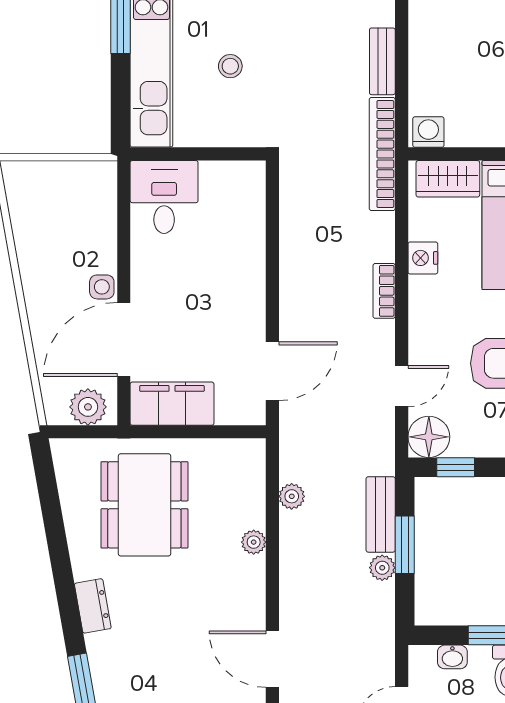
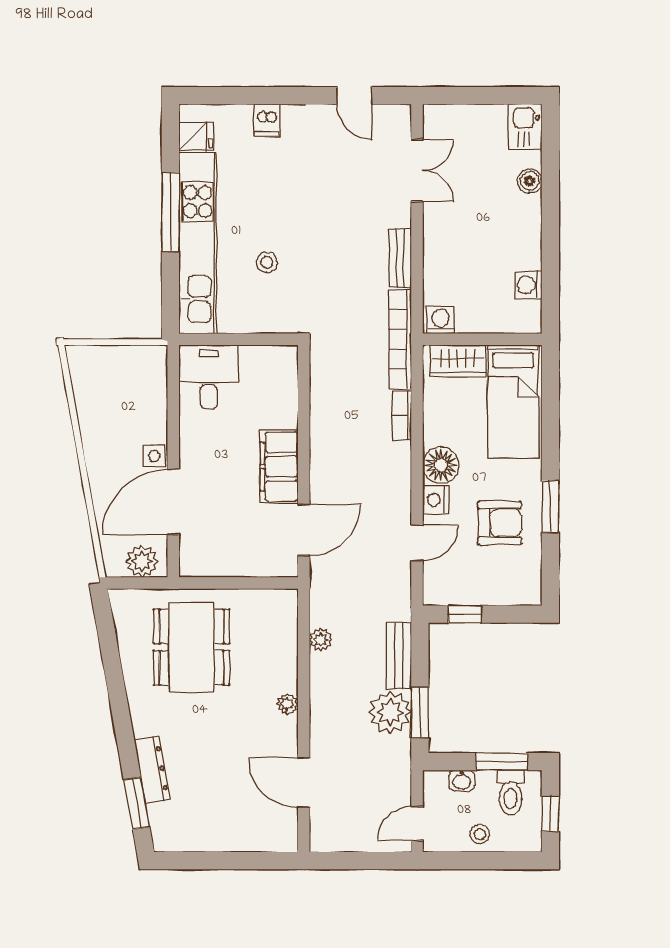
nightstand: (423, 258) -> (436, 500), moved
bookcase: (384, 291) -> (402, 415), moved
filing cabinet: (172, 404) -> (279, 467), moved, turned -90
floor lamp: (429, 437) -> (441, 465), moved
plant: (254, 542) -> (287, 704), moved
window: (405, 545) -> (420, 713), moved
plant: (382, 568) -> (390, 712), width x1.88, depth x1.88
dresser: (93, 606) -> (152, 770), moved, width x1.44

